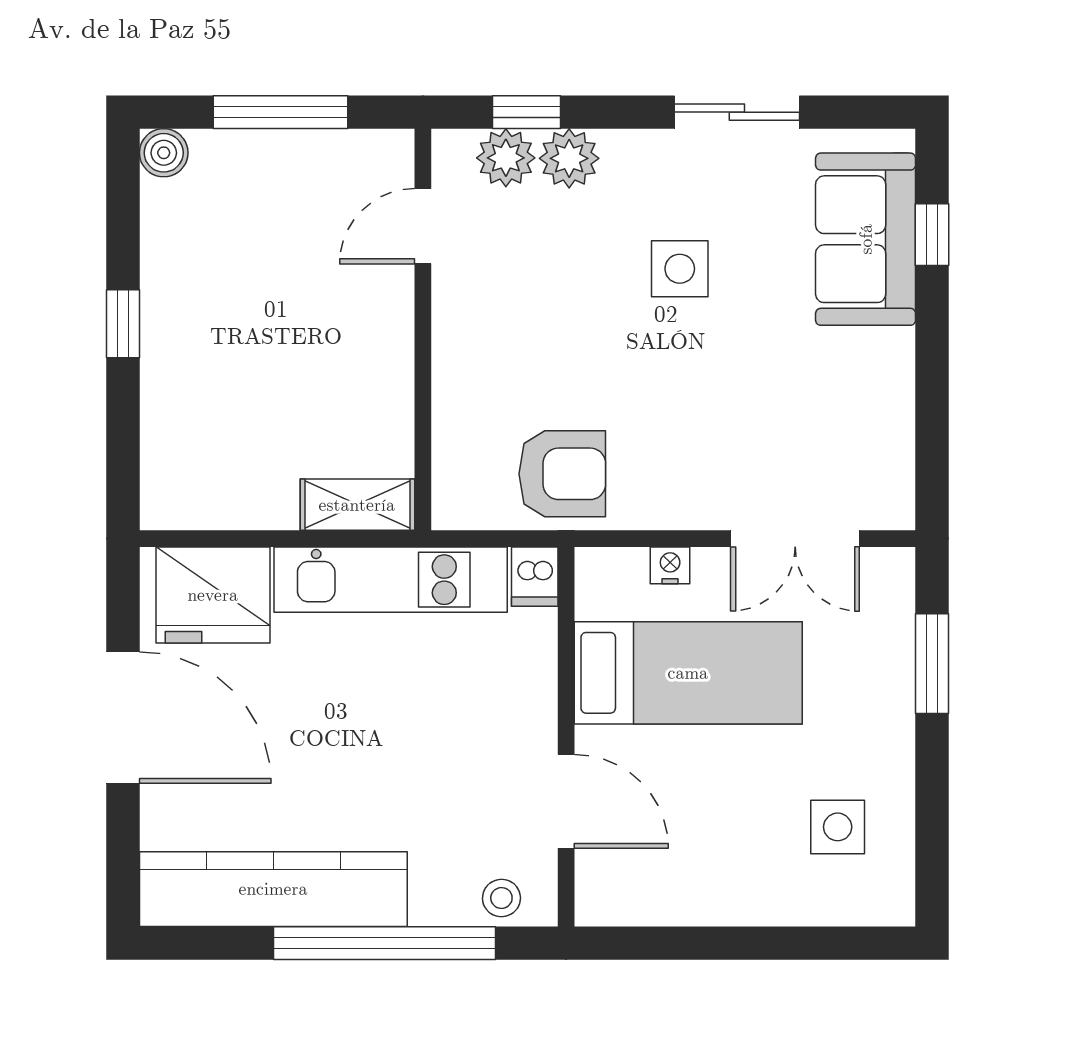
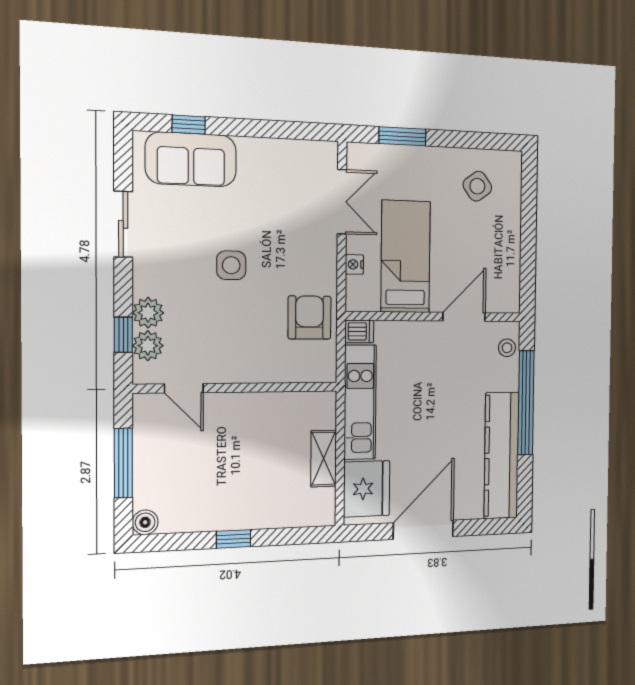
side table: (680, 269) -> (231, 265), moved
shelving: (357, 505) -> (324, 458), moved
side table: (838, 827) -> (477, 186), turned -36

